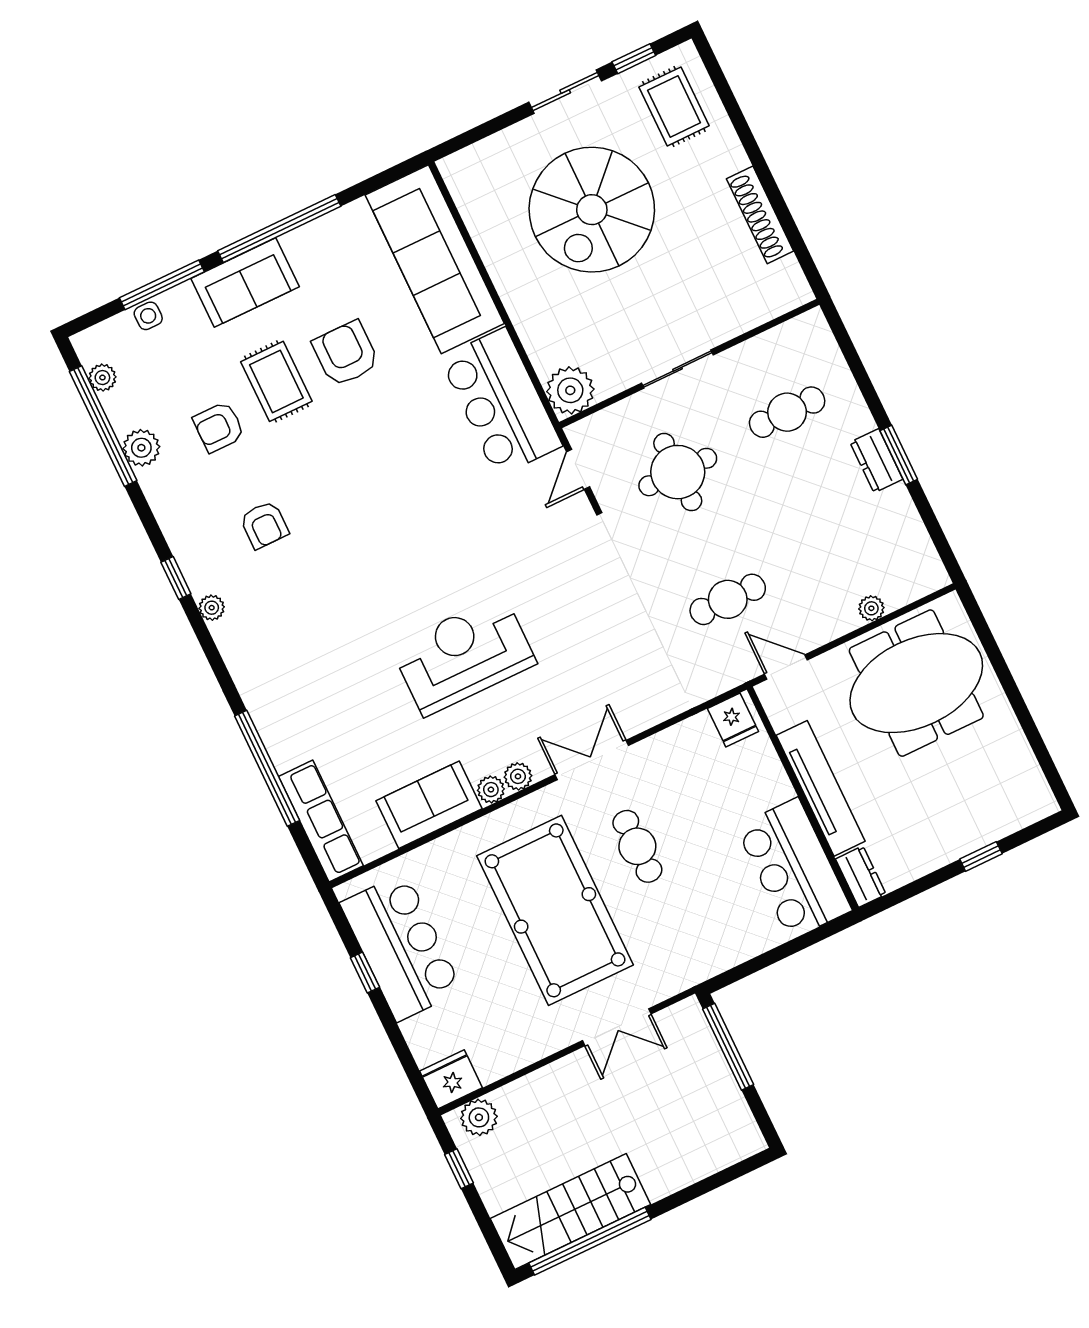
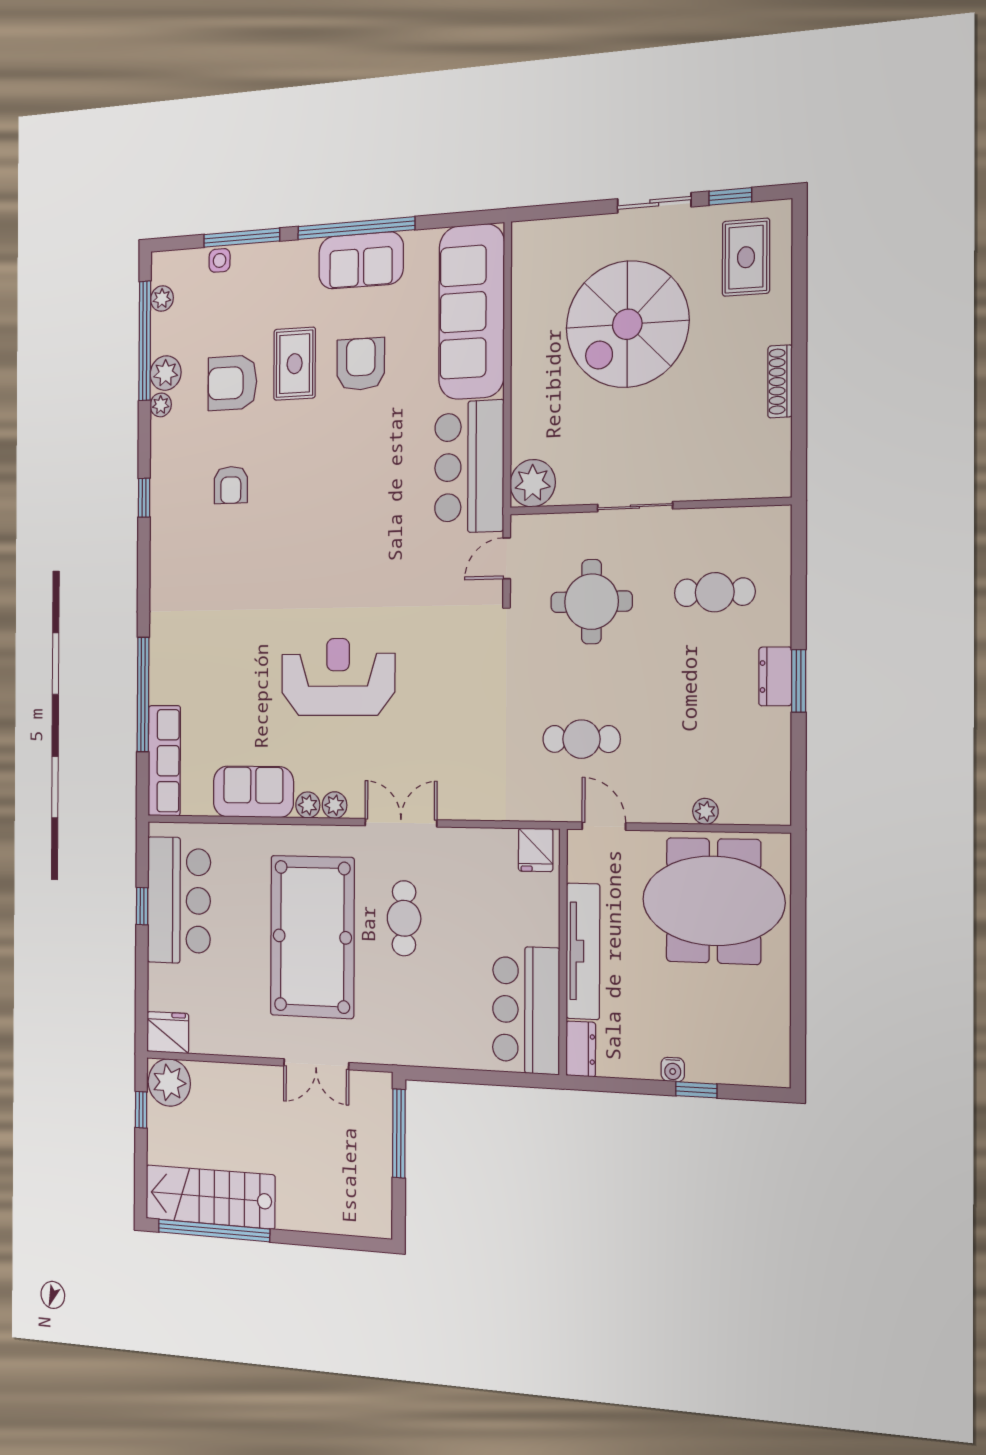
shoe rack: (760, 215) -> (780, 381), width x0.74, depth x0.81
sofa: (245, 283) -> (361, 260), moved
armchair: (219, 427) -> (232, 383), width x1.38, depth x1.38
plant: (212, 608) -> (161, 405), moved
water cooler: (952, 850) -> (673, 1070), added
plant: (479, 1117) -> (169, 1083), width x1.36, depth x1.36

